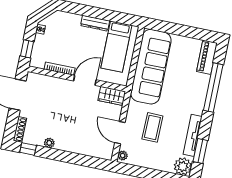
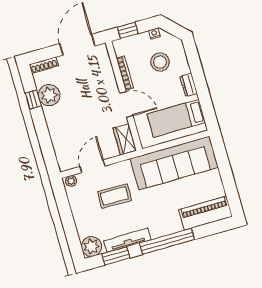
dresser: (95, 23) -> (189, 85), width x0.70
stool: (65, 36) -> (160, 62), added
piano: (207, 57) -> (206, 213), width x1.37, depth x1.33
window: (213, 88) -> (167, 241), moved
plant: (49, 143) -> (49, 95), width x1.88, depth x1.88
window: (28, 149) -> (33, 100), moved

